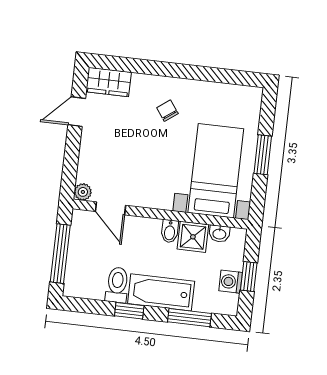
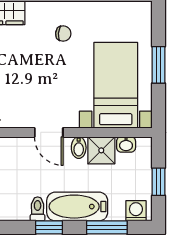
chair: (167, 111) -> (63, 34), turned 131
door: (111, 208) -> (49, 132), moved
washing machine: (231, 282) -> (136, 211), moved, turned 90
toilet: (117, 285) -> (38, 209), width x0.73, depth x0.72

